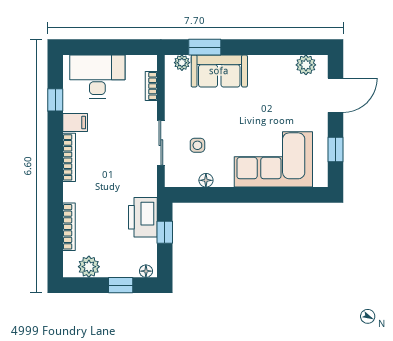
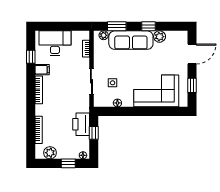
window: (260, 47) -> (149, 26), added
plant: (306, 65) -> (160, 37), moved
sofa: (219, 71) -> (131, 40), width x1.36

